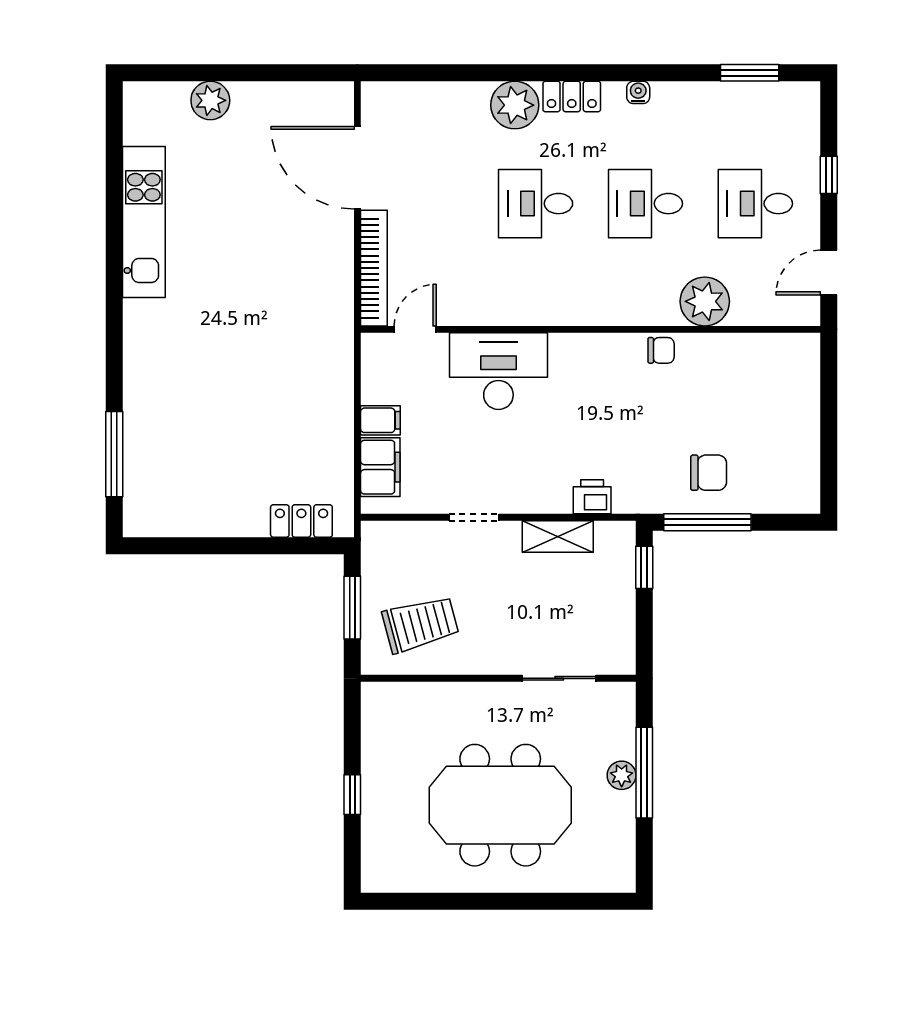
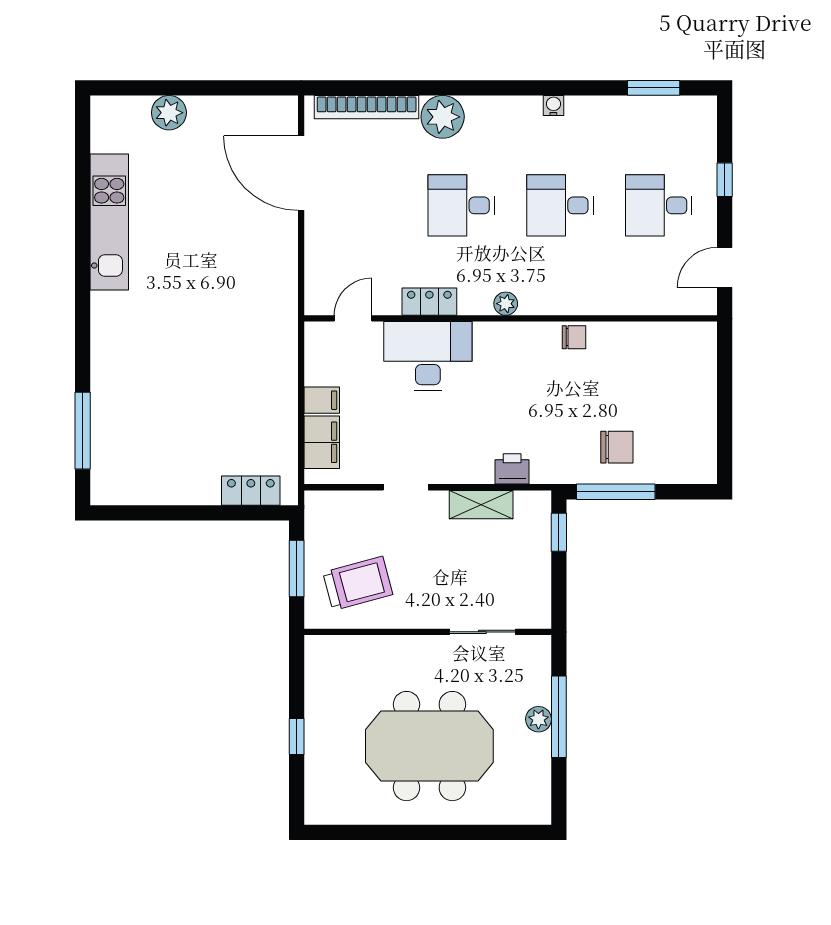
locker: (572, 96) -> (429, 302), moved, turned 180
bookcase: (374, 268) -> (367, 107), moved, turned 90
plant: (705, 301) -> (506, 304), moved, width x0.53, depth x0.53

